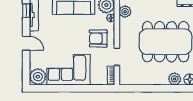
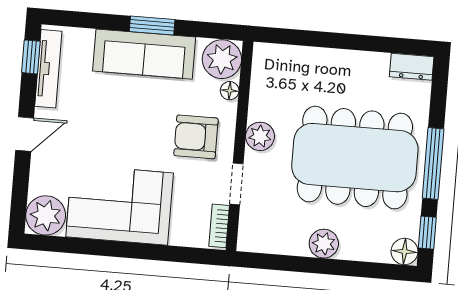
plant: (125, 12) -> (260, 136), moved
door: (26, 43) -> (25, 134), hinge flipped
plant: (175, 79) -> (324, 244), moved

